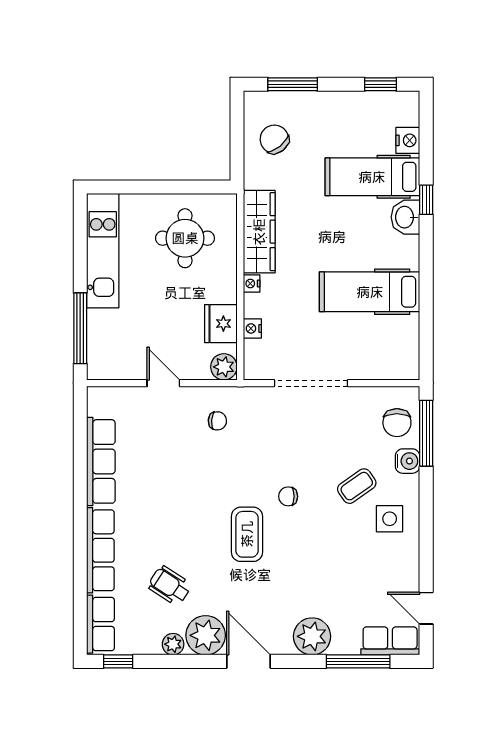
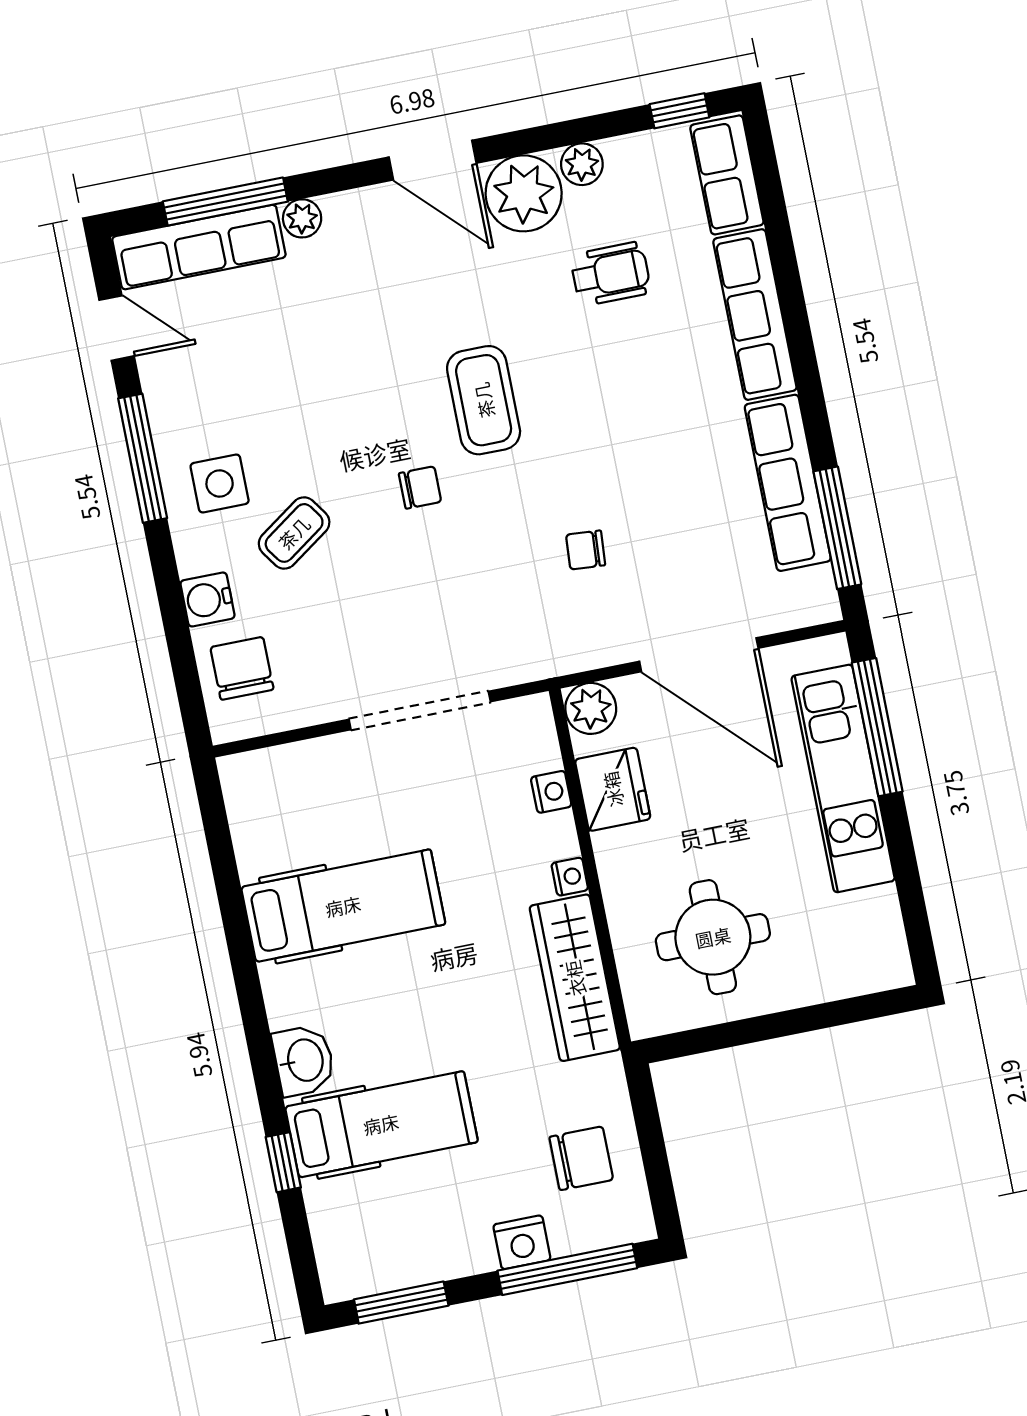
window: (293, 84) -> (567, 1269), width x1.44
window: (380, 84) -> (401, 1303), width x1.50
chair: (274, 139) -> (581, 1158), turned -51
nightstand: (408, 140) -> (522, 1242), moved, turned -90
window: (426, 200) -> (283, 1162), moved
kitchen unit: (103, 251) -> (843, 778), moved
door: (163, 383) -> (699, 655), width x1.87
chair: (217, 421) -> (586, 550), moved
window: (426, 433) -> (143, 458), moved
window: (80, 434) -> (837, 528), added
wheelchair: (170, 586) -> (611, 274), turned -33
plant: (312, 636) -> (302, 218), width x0.53, depth x0.53
row of seats: (390, 641) -> (199, 247), width x1.48

